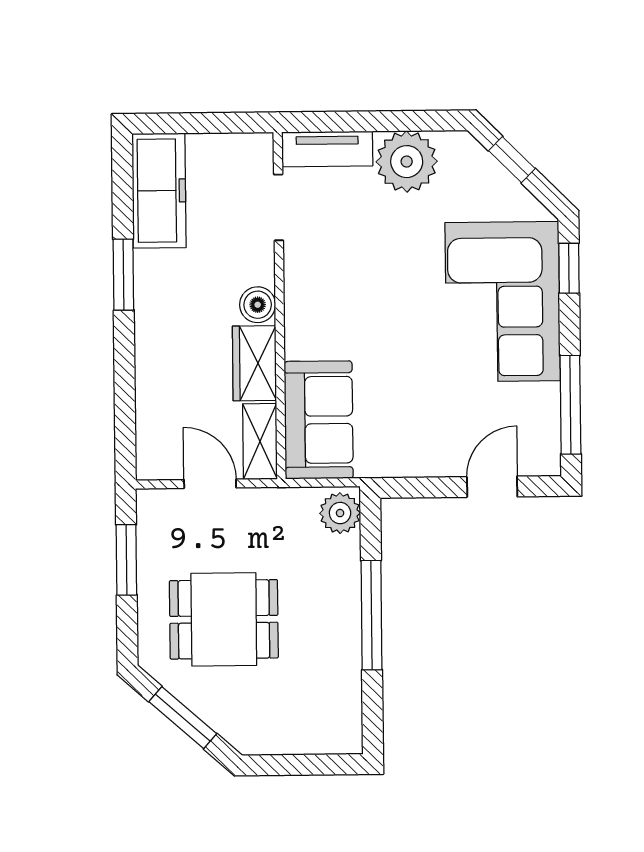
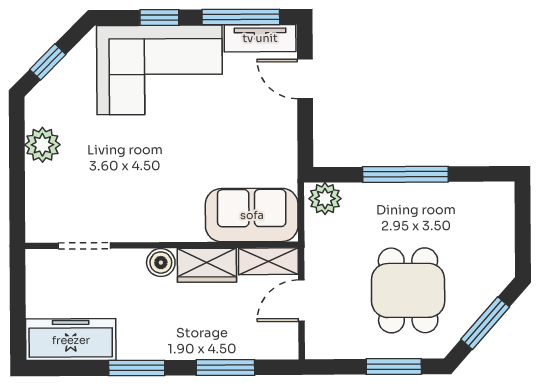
tv unit: (327, 149) -> (260, 38), moved, turned 90
plant: (407, 162) -> (42, 145), width x0.73, depth x0.73
window: (569, 268) -> (159, 17), moved
window: (125, 388) -> (225, 367), added
window: (126, 560) -> (394, 367), moved

